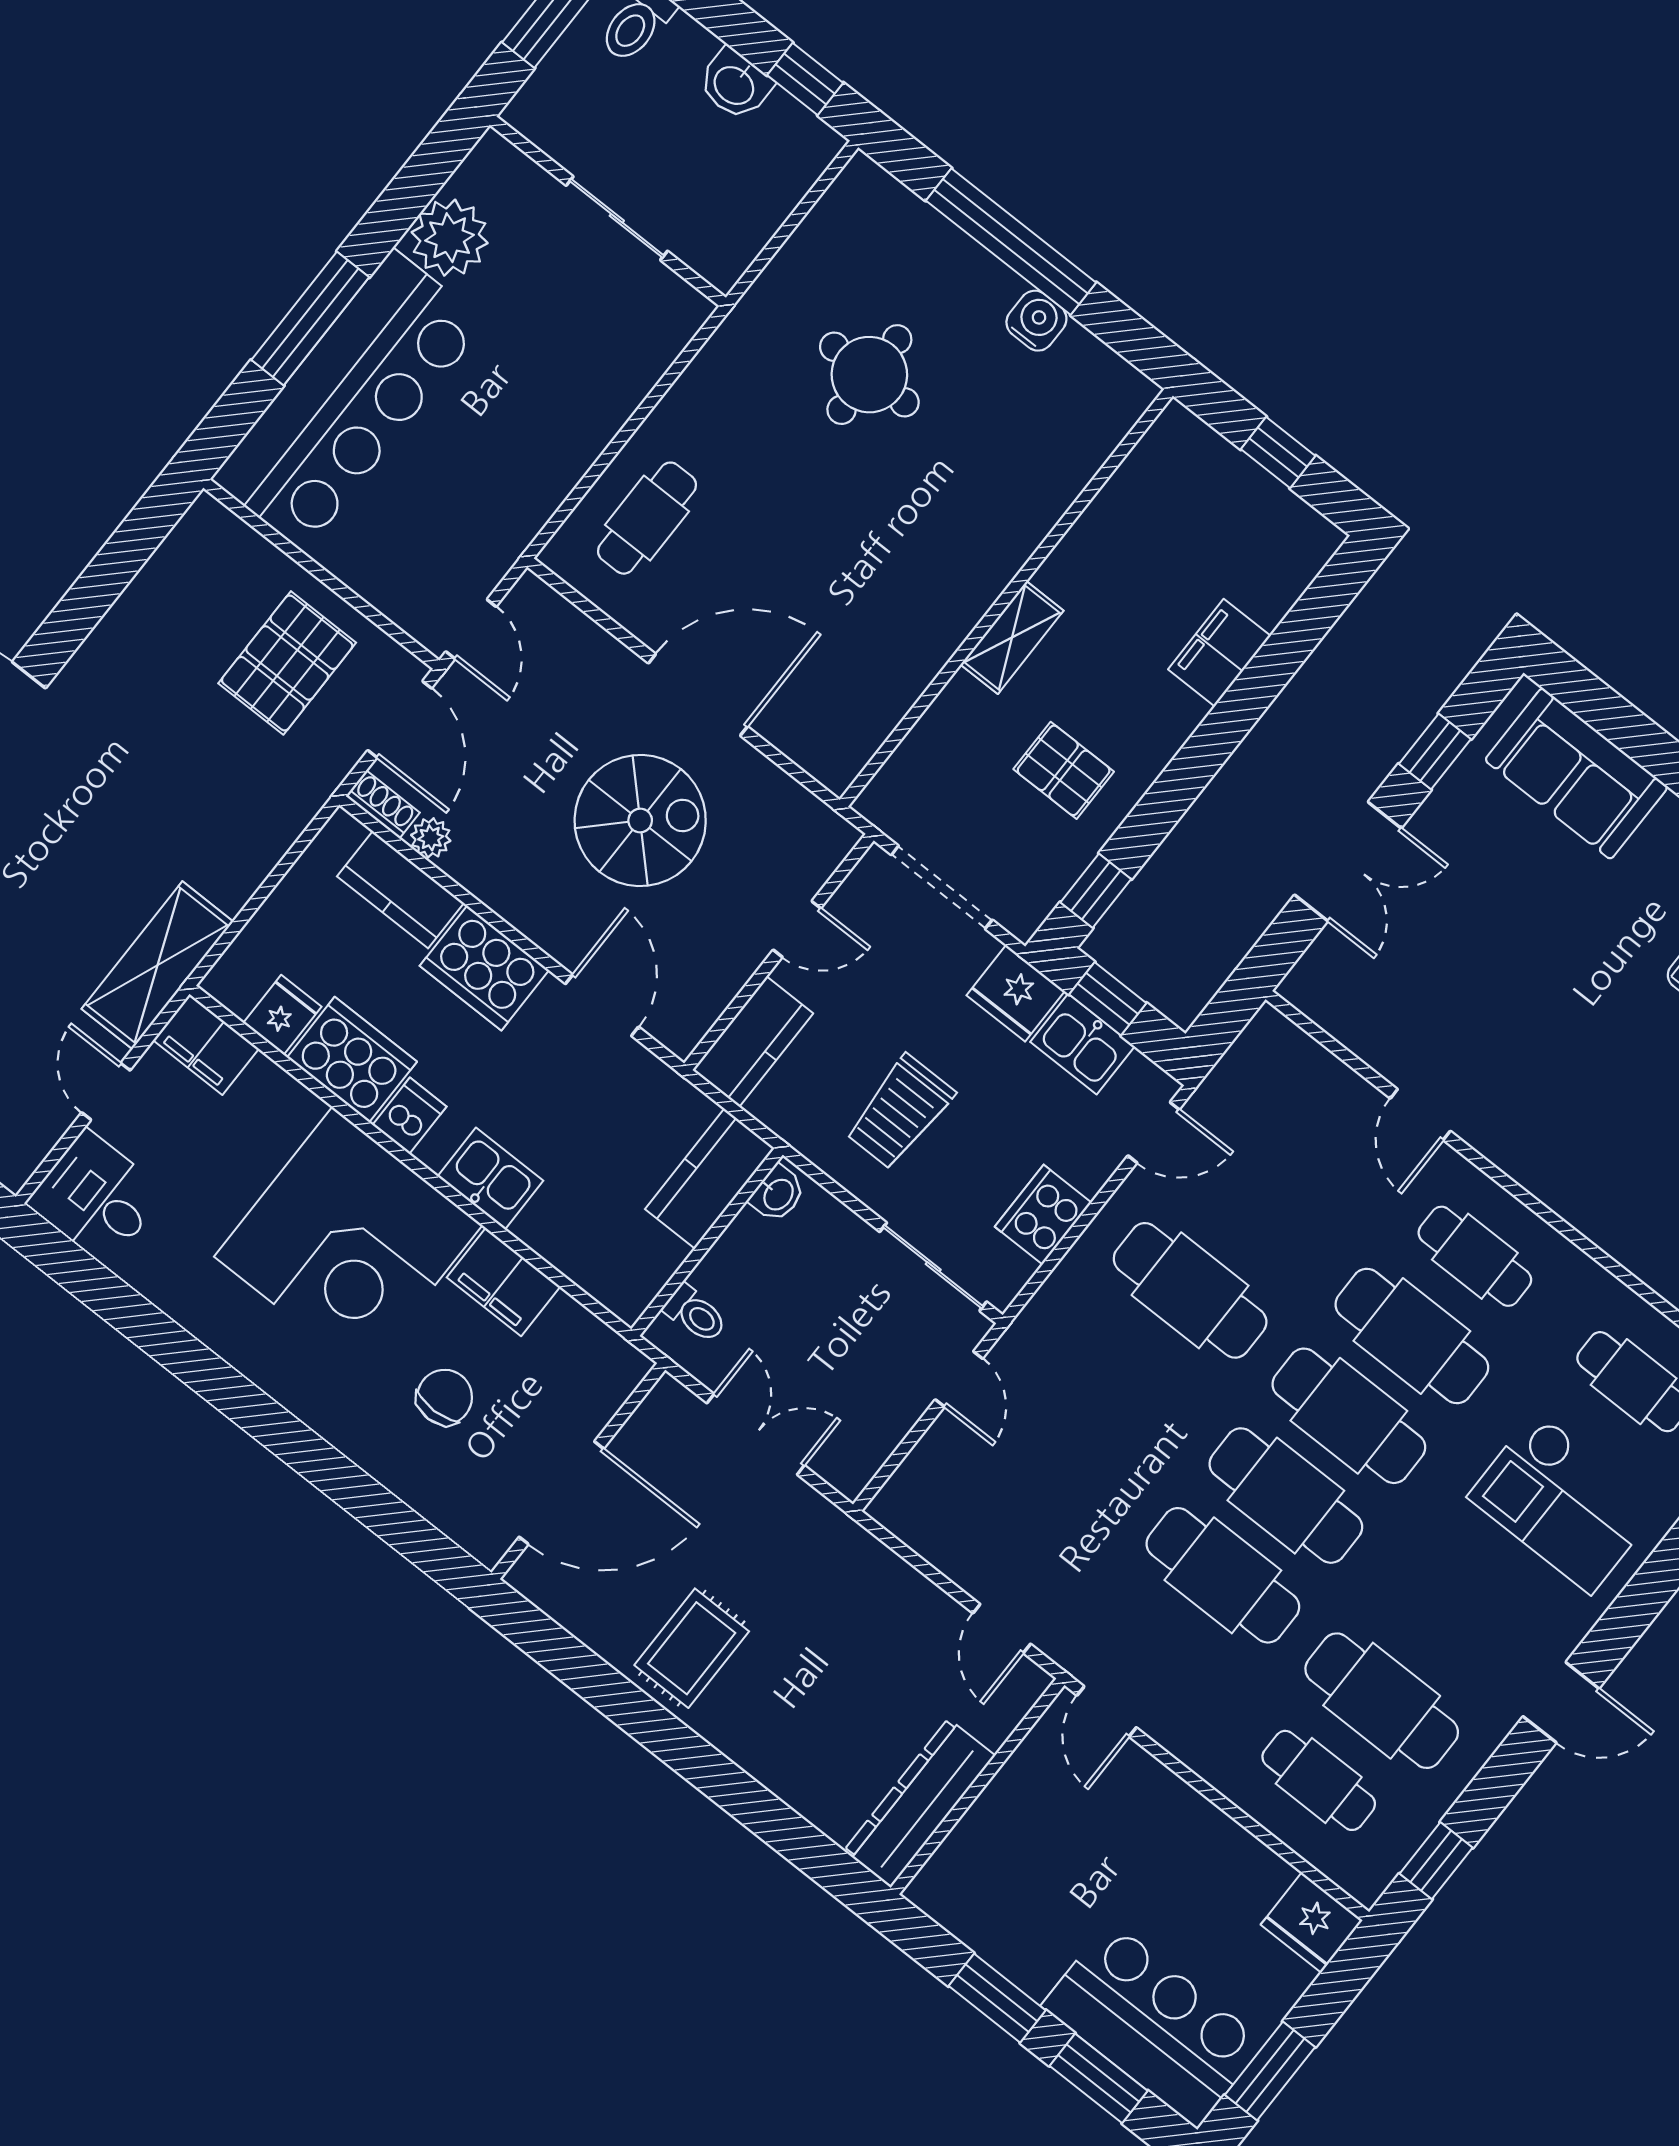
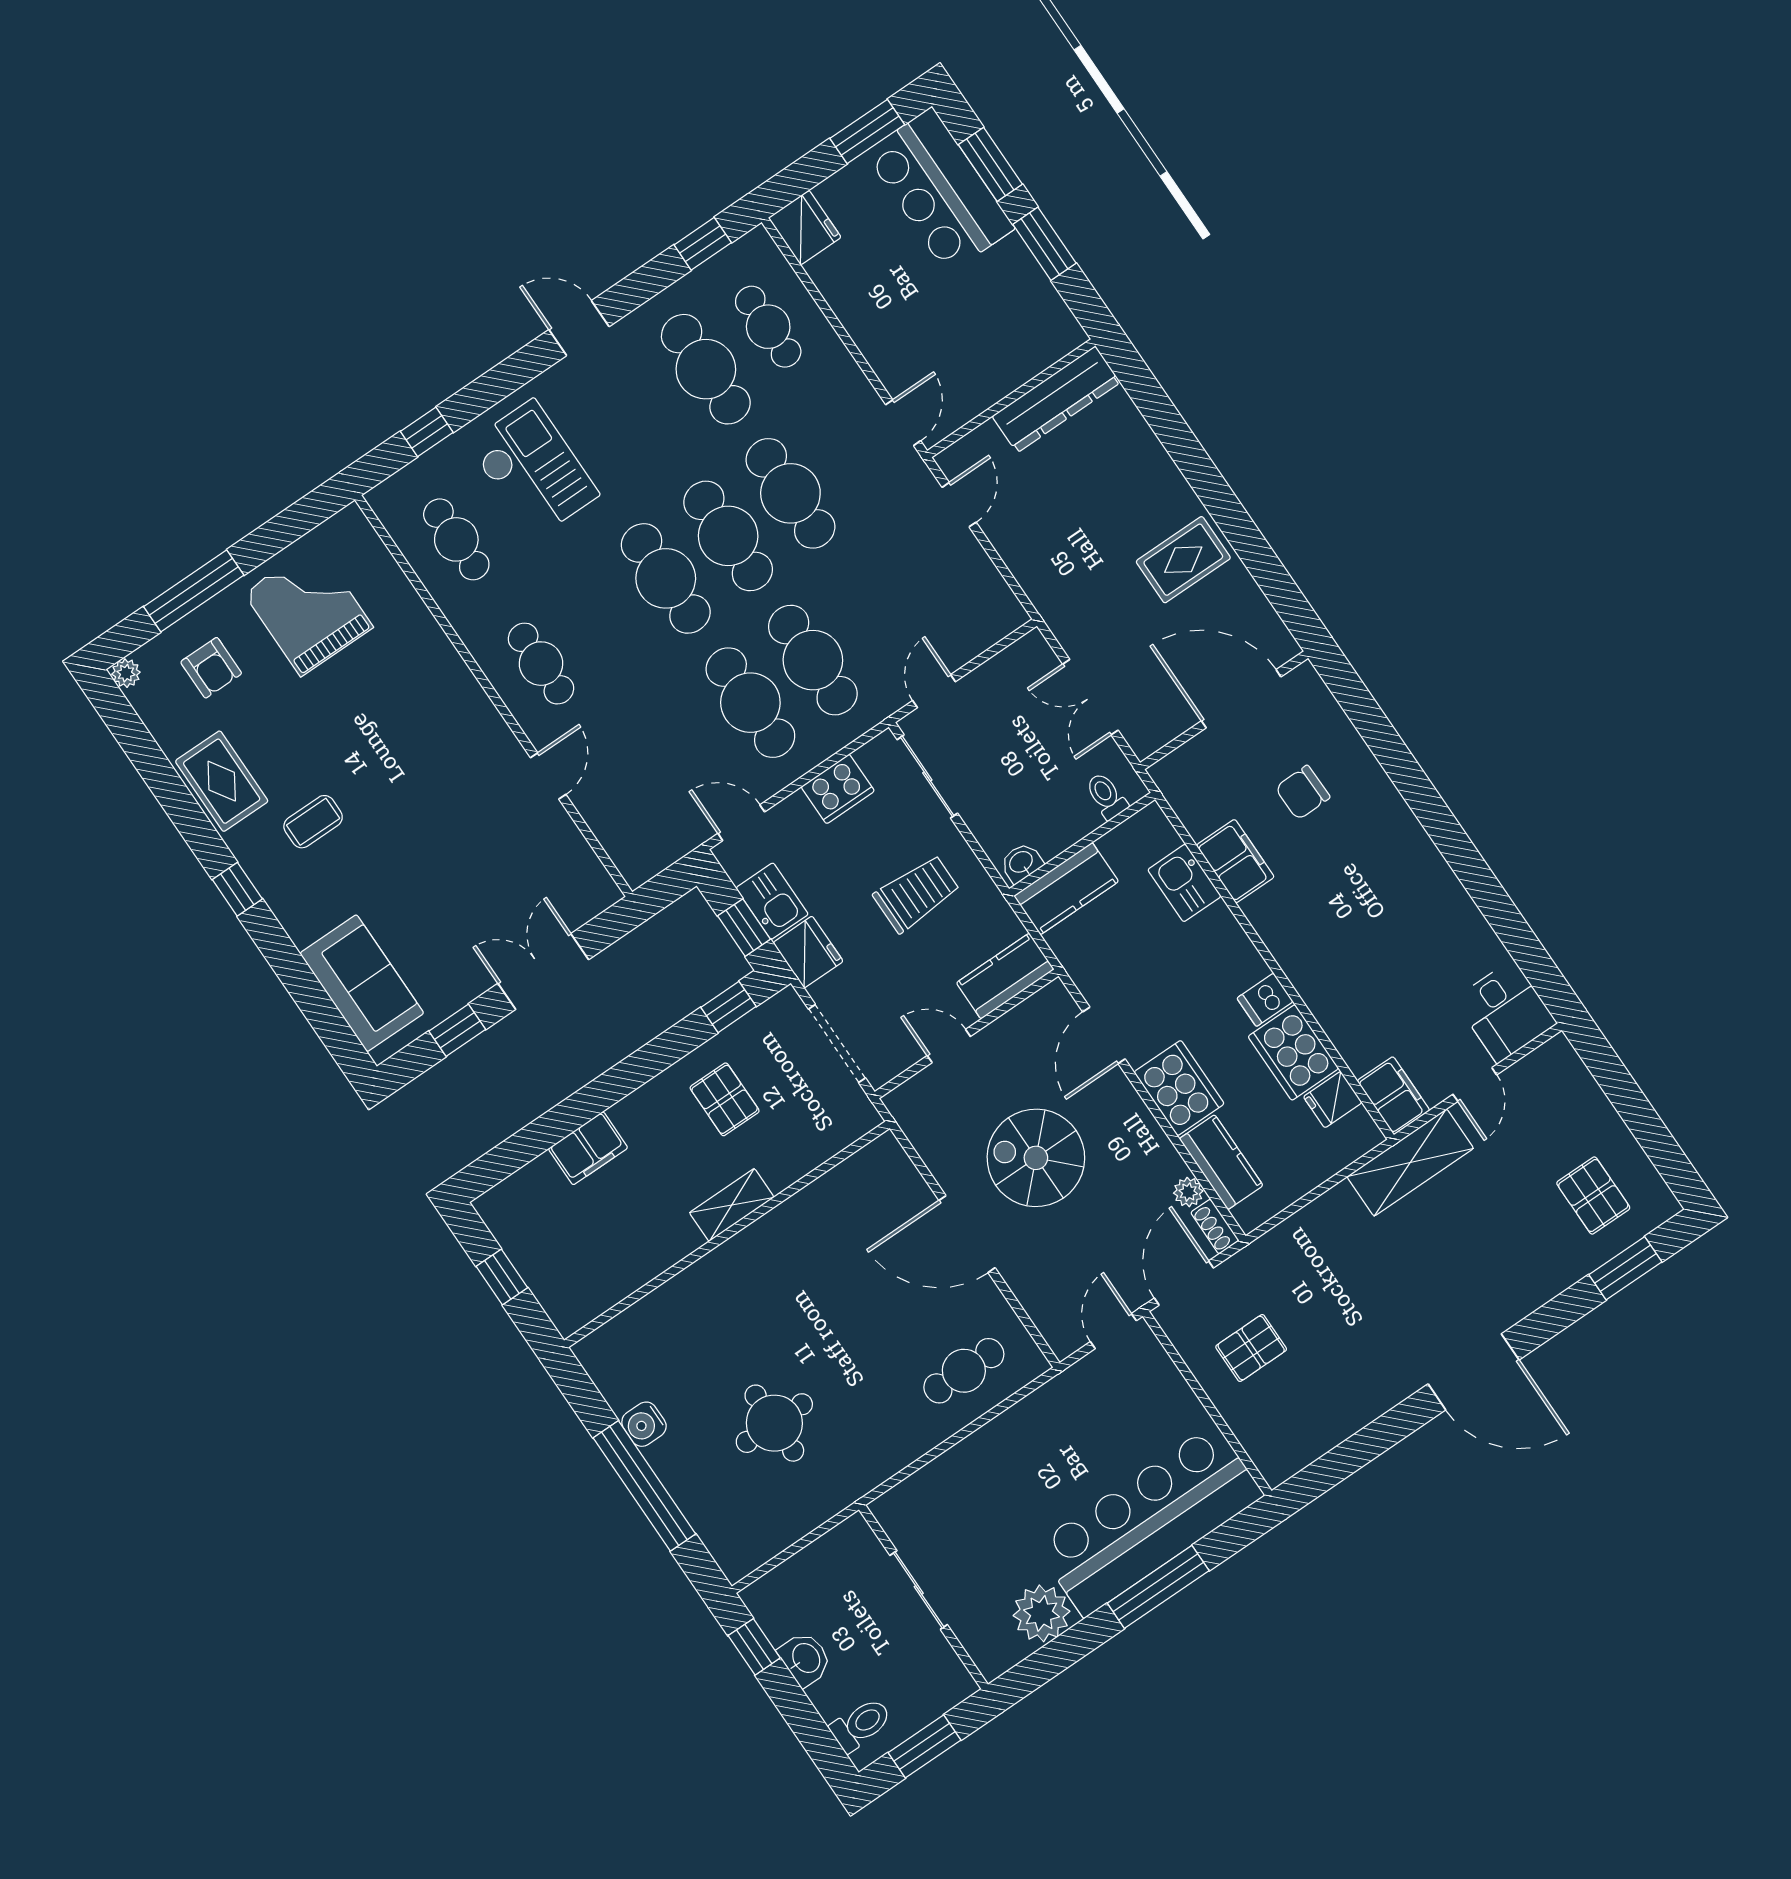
pallet: (287, 663) -> (1251, 1348), width x0.67, depth x0.71
kitchen sink: (490, 1179) -> (1184, 883), moved
corner desk: (348, 1241) -> (1336, 925), removed
cafe table: (1412, 1336) -> (813, 660), moved

